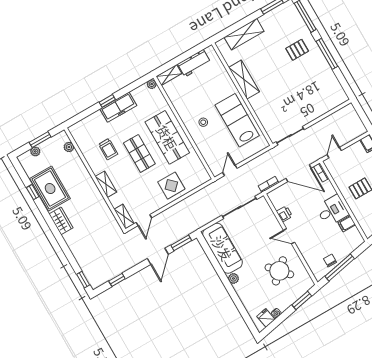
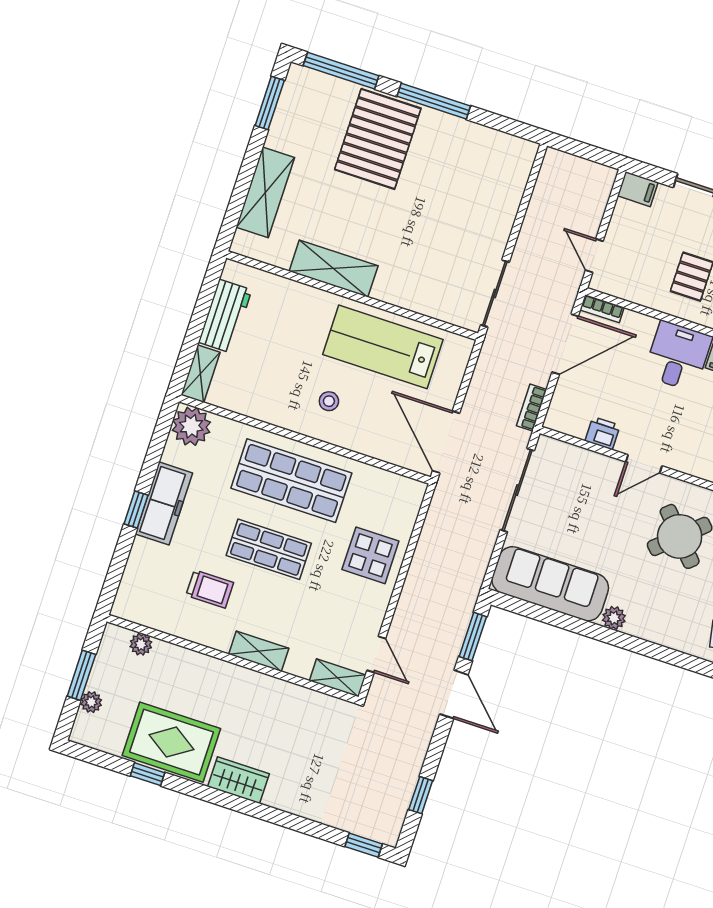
pallet: (297, 50) -> (378, 139), width x2.05, depth x2.00
plant: (152, 84) -> (191, 426), width x1.87, depth x1.87
door: (230, 170) -> (446, 442), width x1.87

